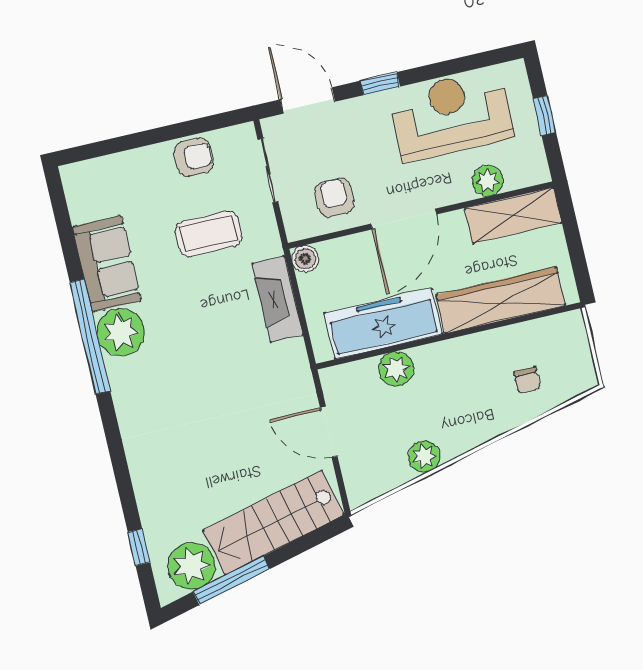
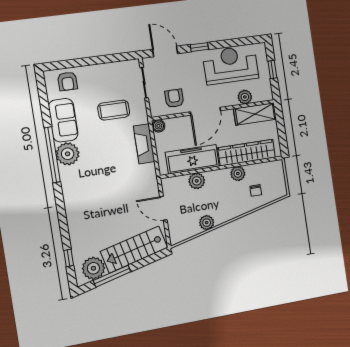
armchair: (194, 157) -> (68, 81), moved, turned 90
plant: (485, 347) -> (238, 174), added

